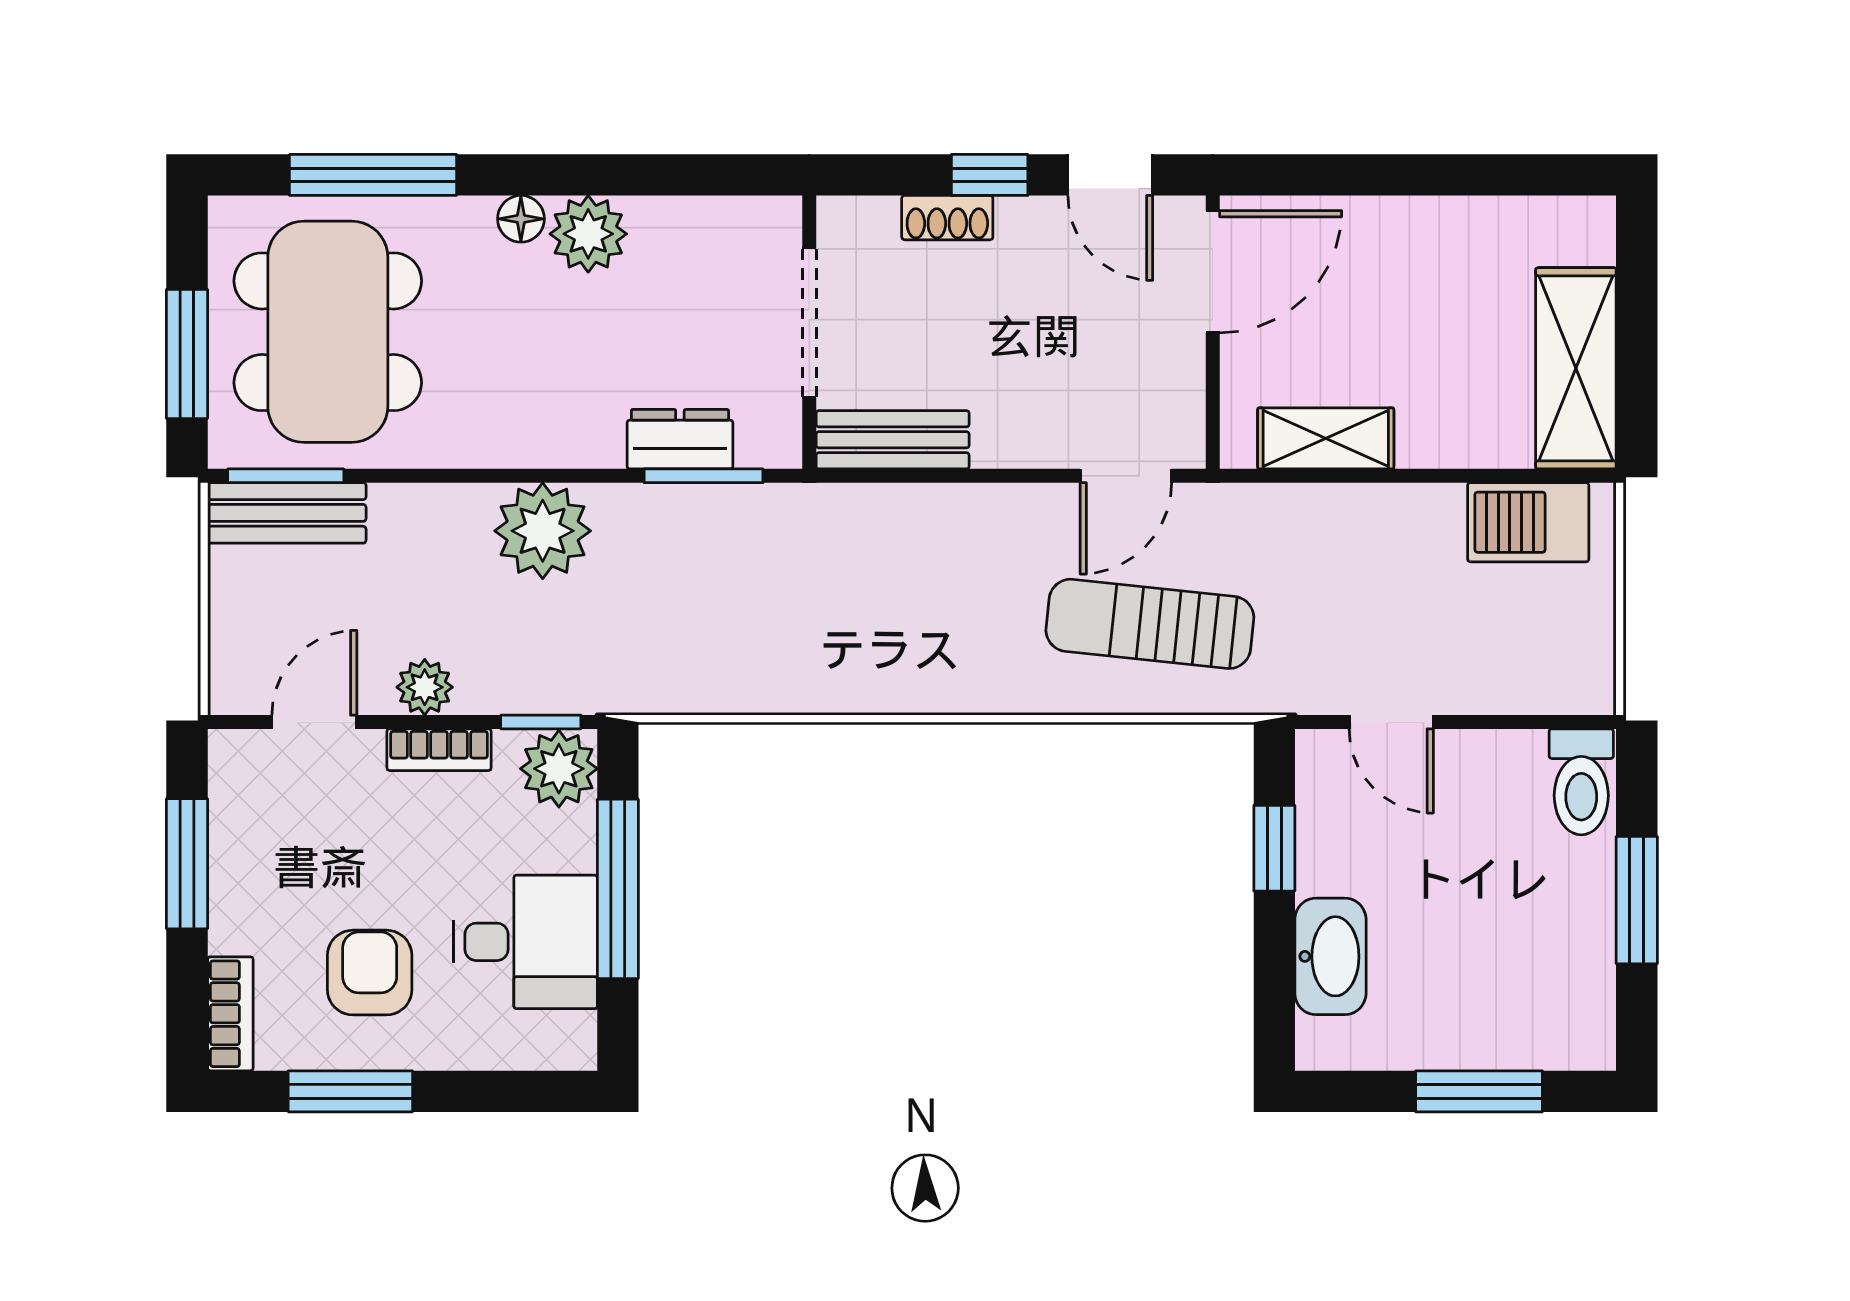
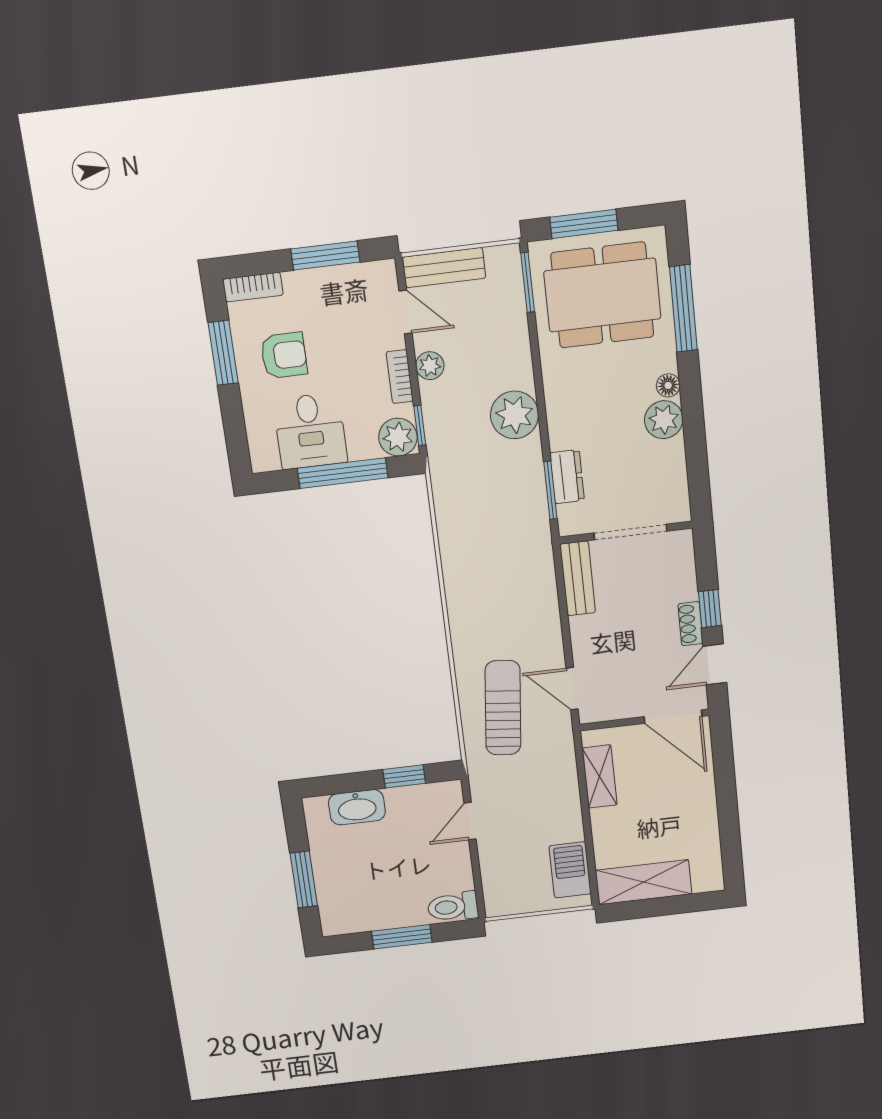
shoe rack: (947, 218) -> (690, 624), moved
bench: (287, 513) -> (444, 268), moved, turned 90

